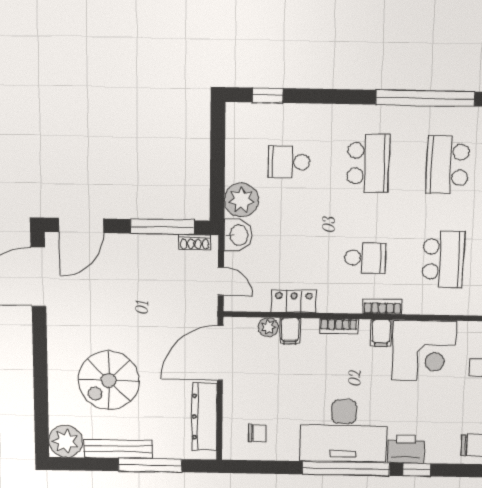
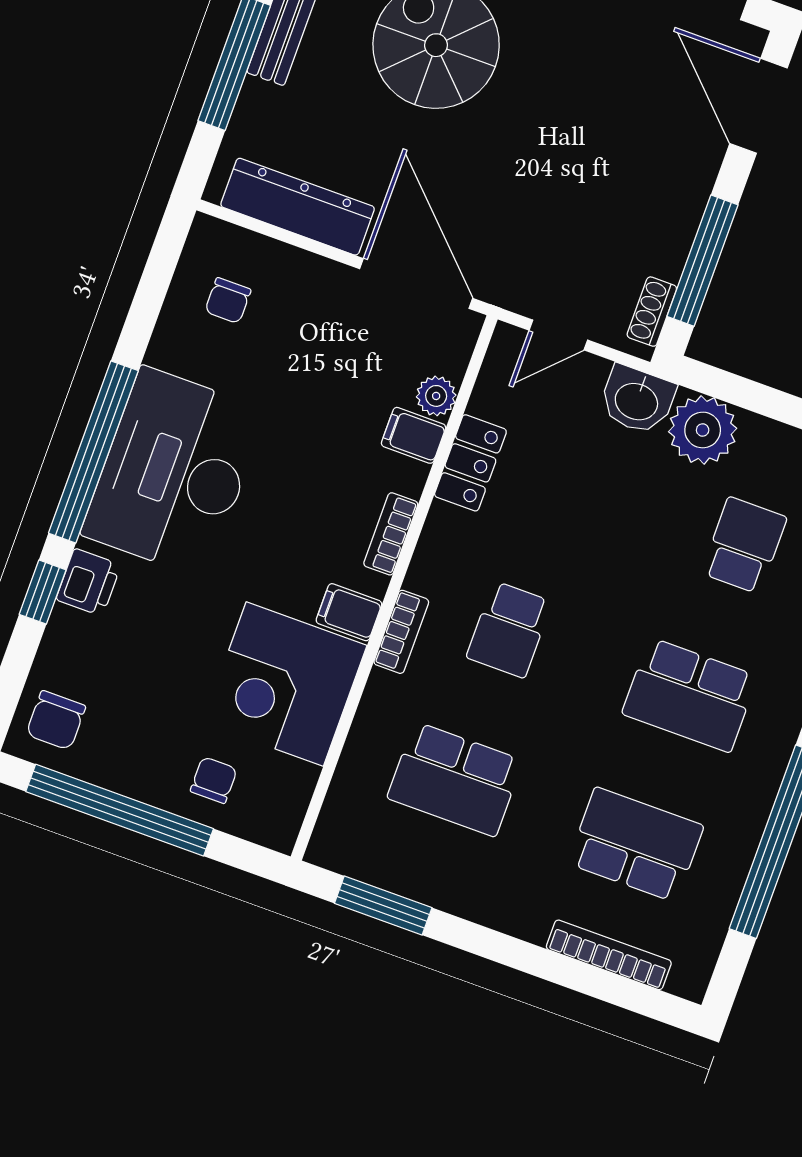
printer: (406, 449) -> (88, 582), width x0.73, depth x0.81

